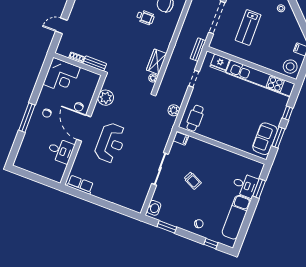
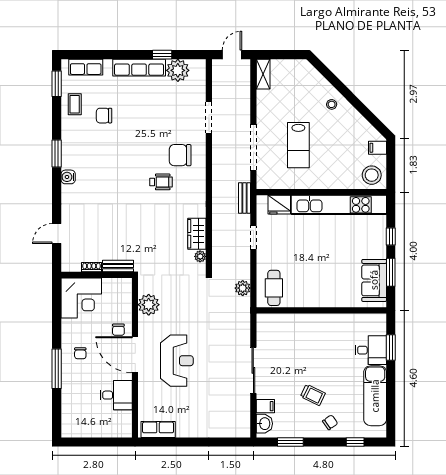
filing cabinet: (181, 138) -> (265, 406), moved
trolley: (193, 181) -> (313, 395), moved

